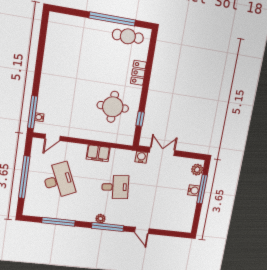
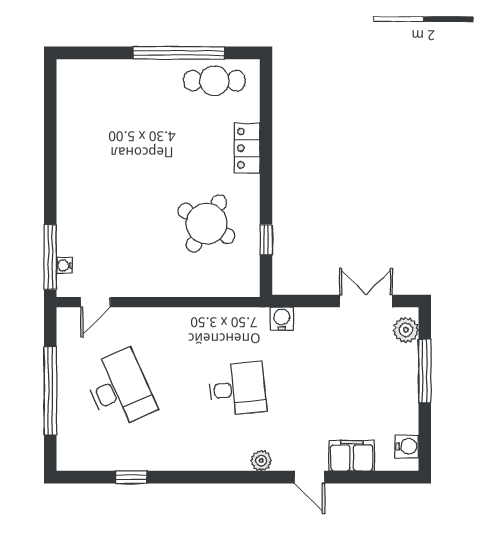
round table: (113, 107) -> (206, 224), turned 31
double door: (162, 151) -> (366, 301), moved
filing cabinet: (98, 153) -> (352, 456), moved, turned 180
water cooler: (194, 190) -> (407, 446), moved
plant: (100, 219) -> (261, 461), moved
window: (58, 222) -> (131, 477), width x0.46
window: (108, 227) -> (235, 477), removed

